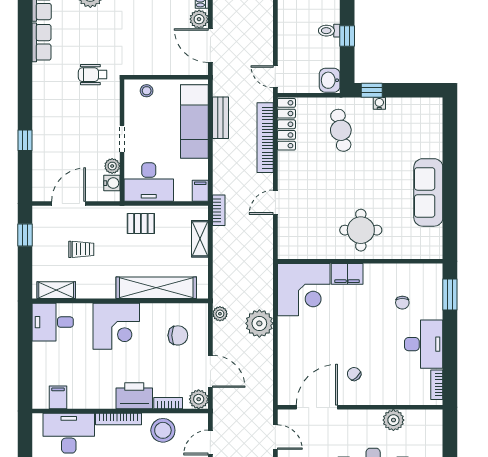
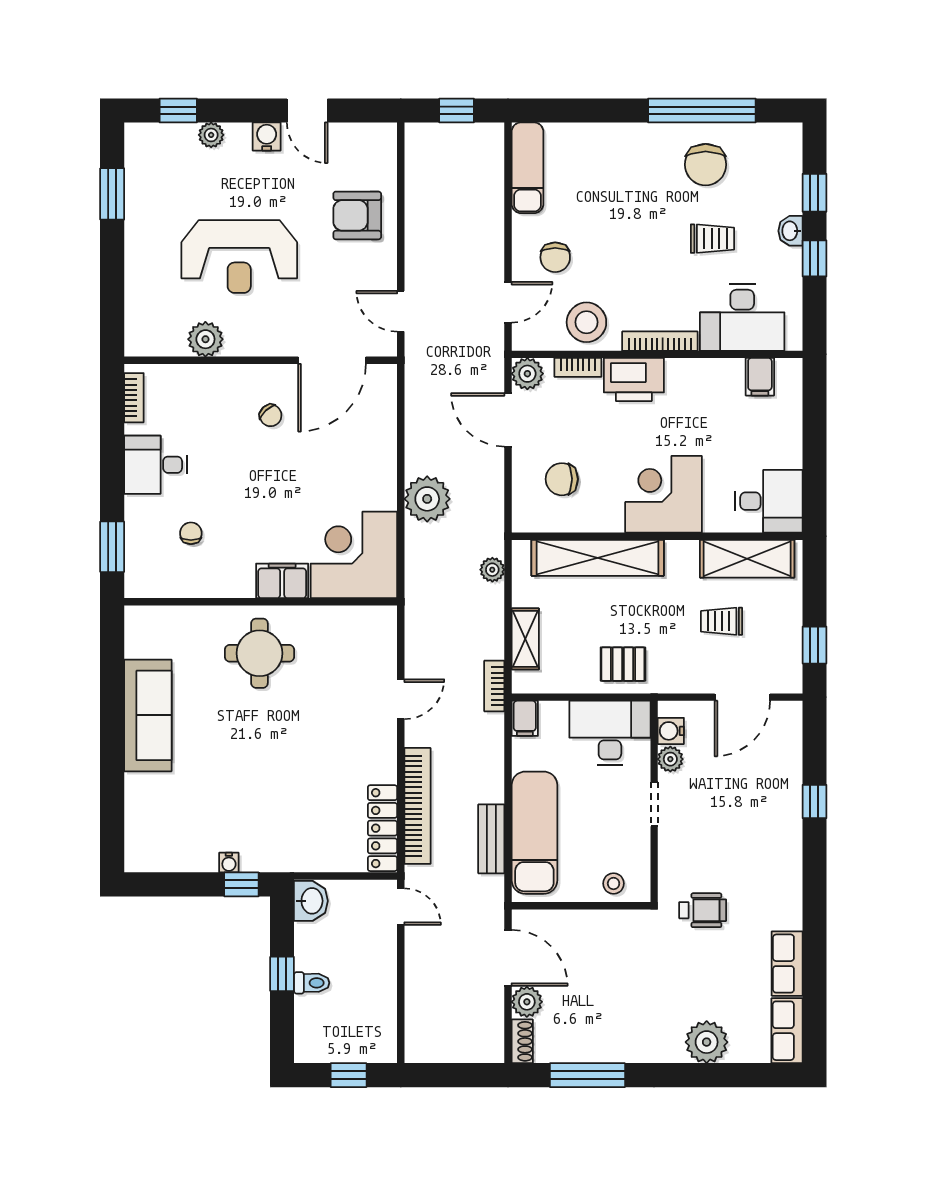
cafe table: (341, 130) -> (293, 818), removed
shelving: (56, 290) -> (747, 559), width x1.50, depth x1.33
plant: (220, 314) -> (492, 570), moved
desk: (424, 344) -> (156, 465), width x0.73

